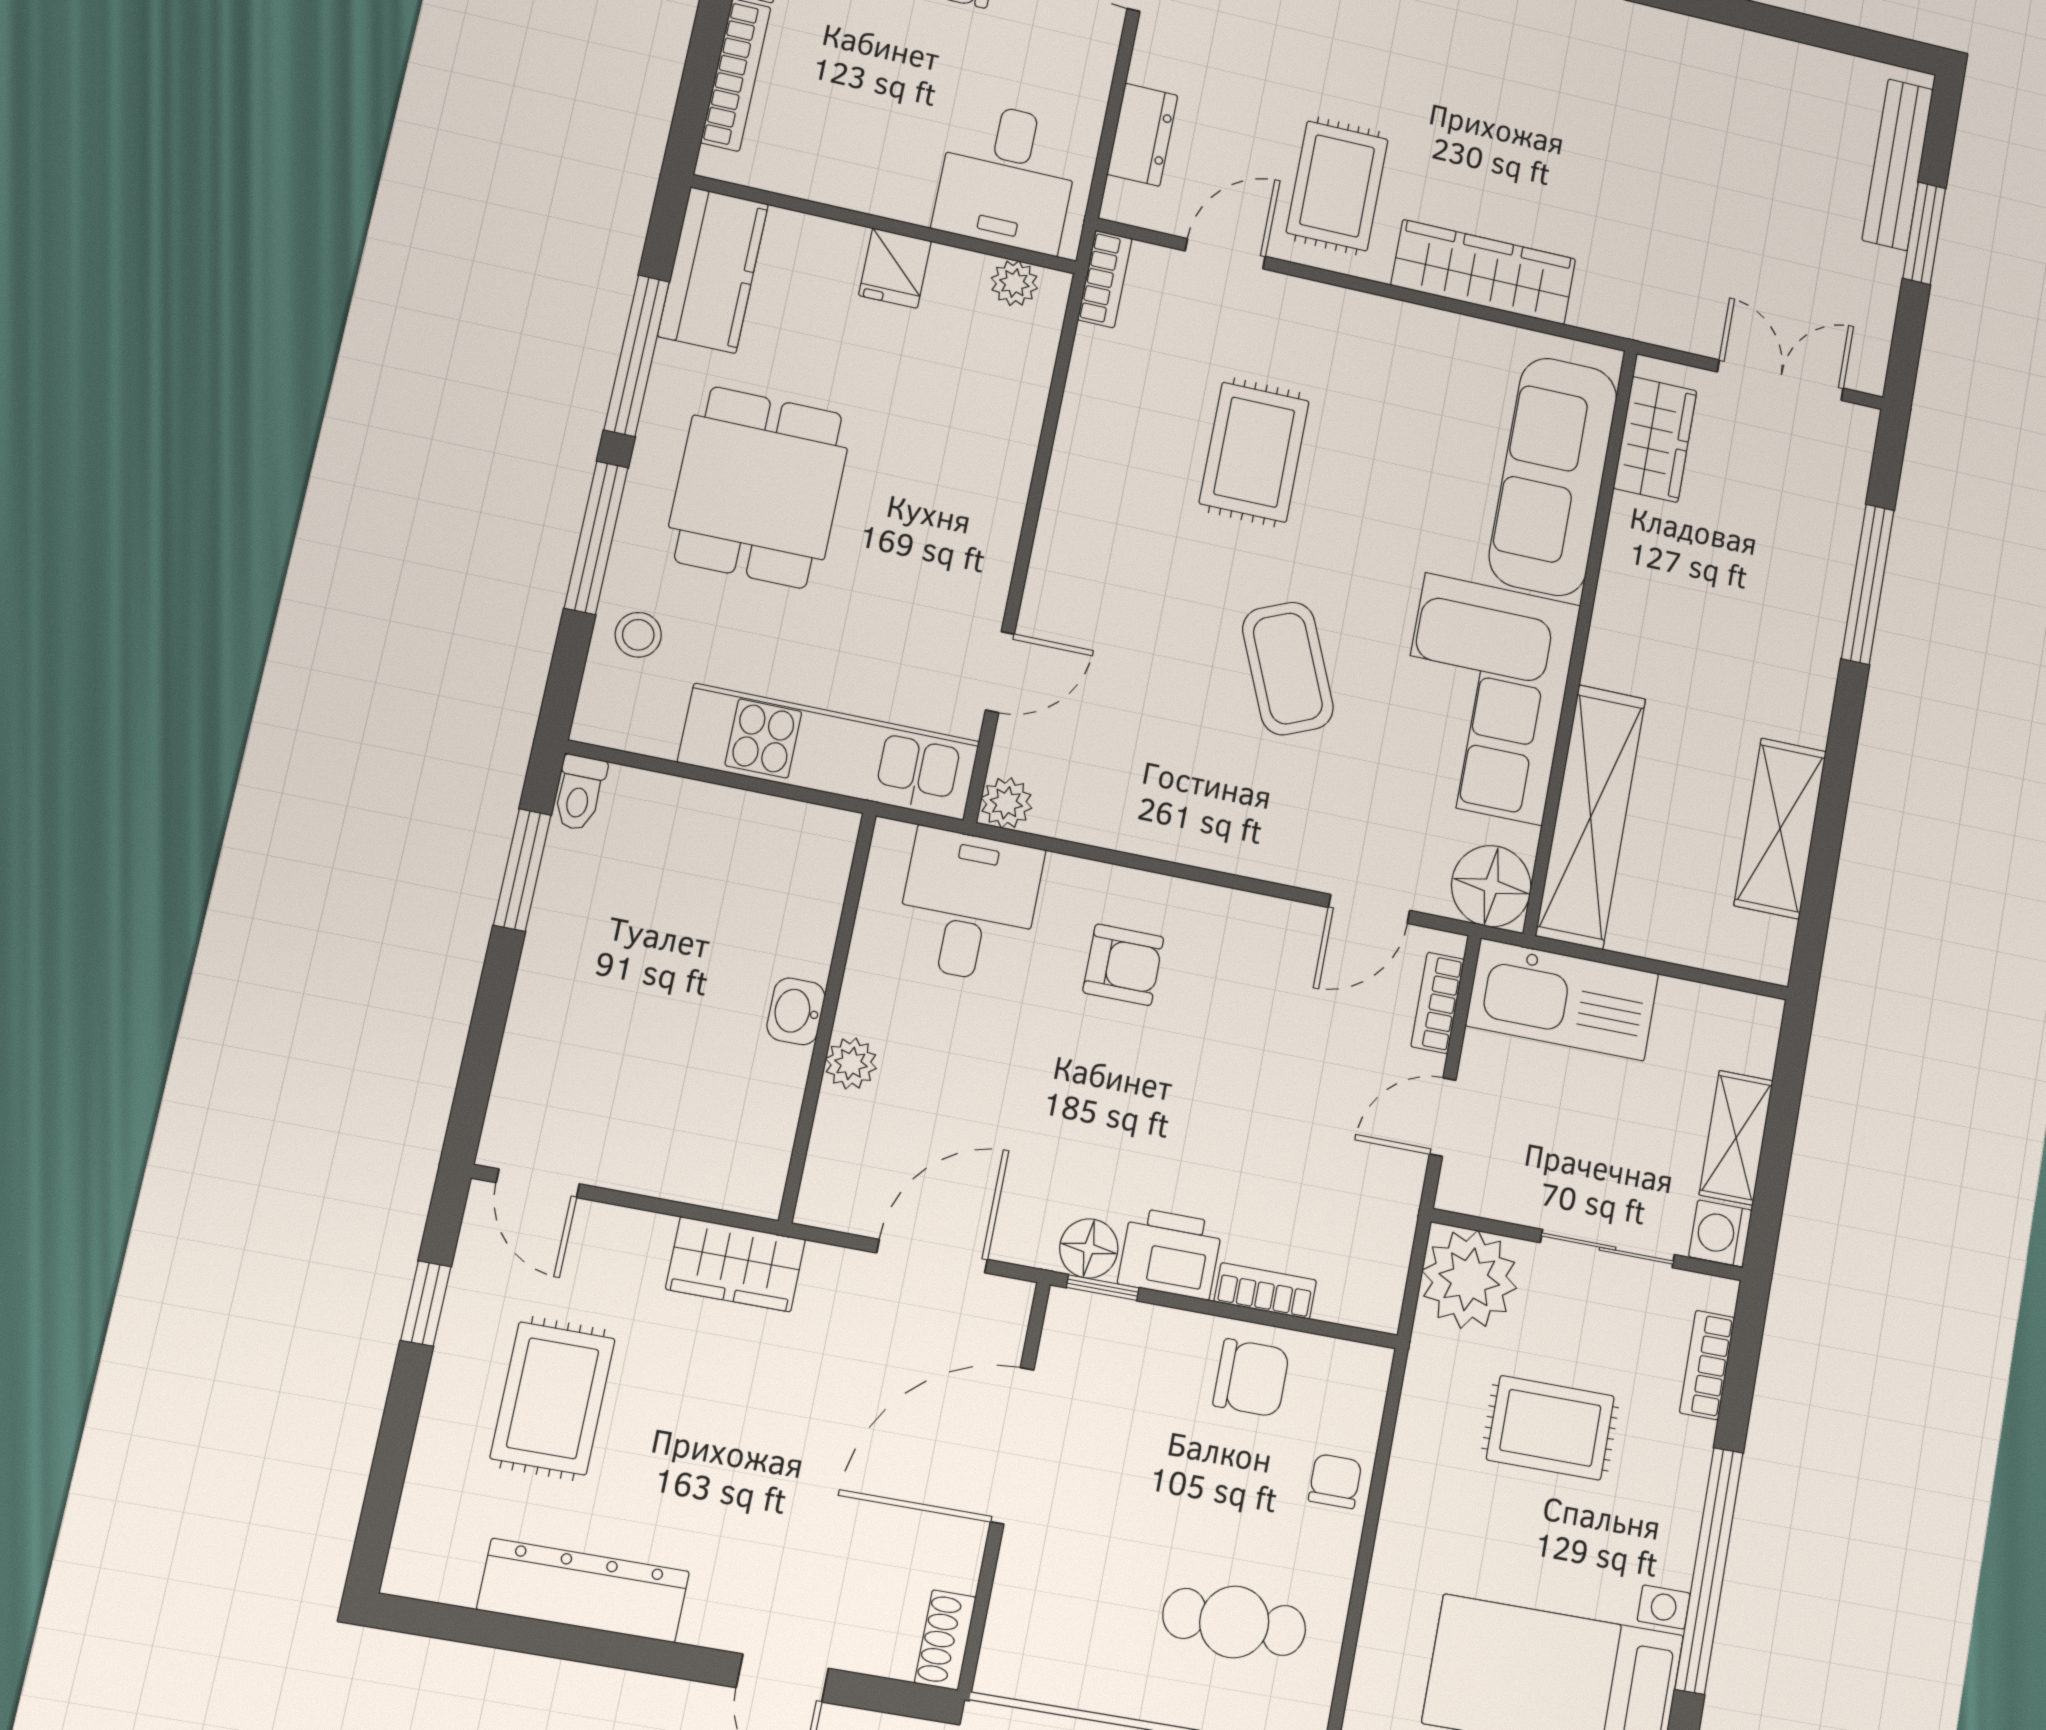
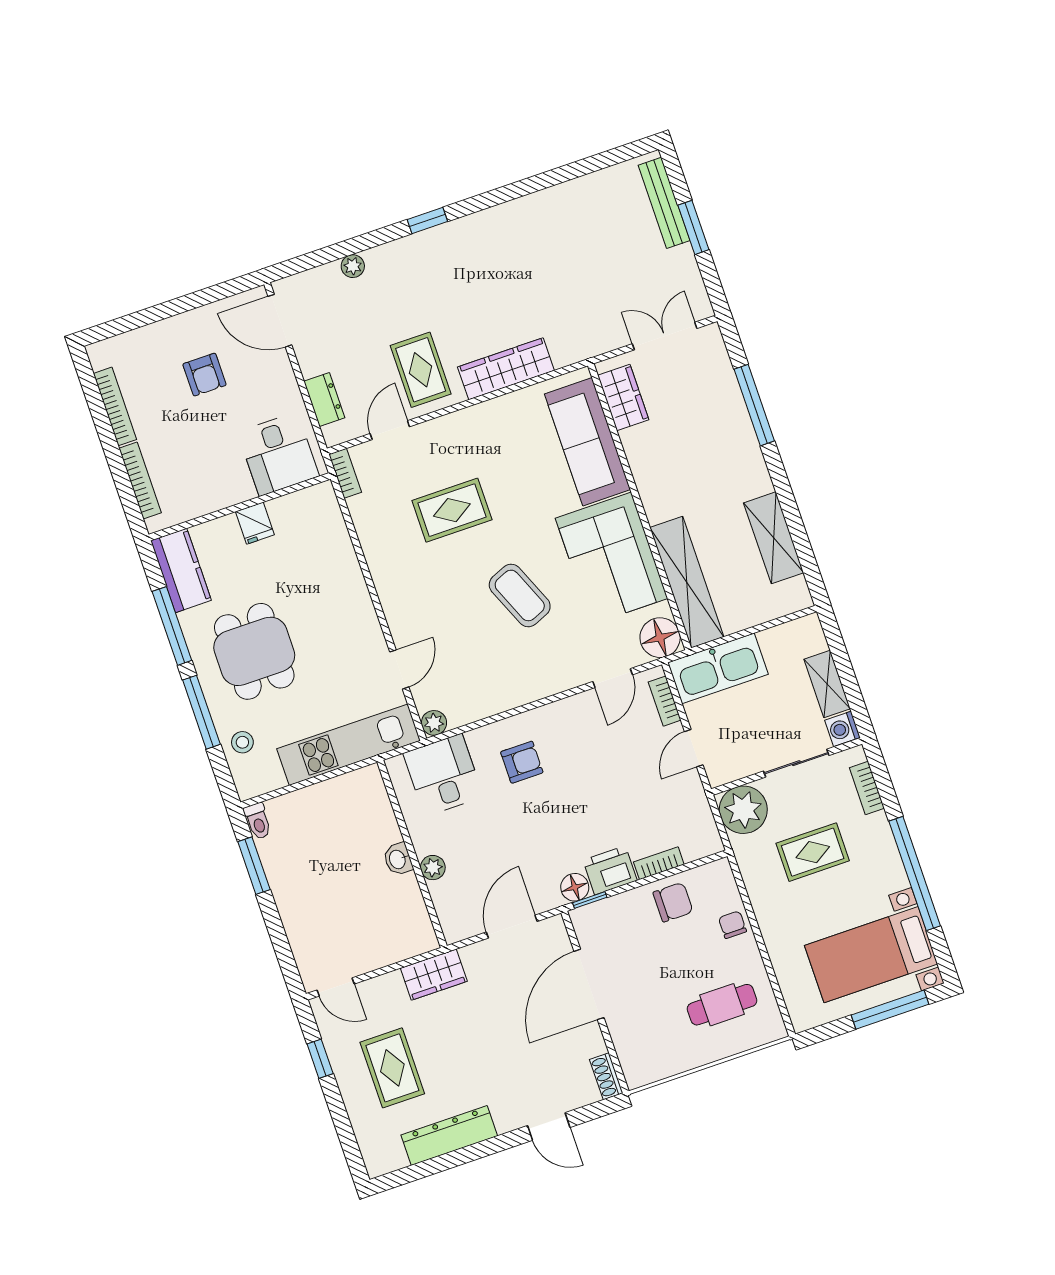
plant: (1014, 283) -> (308, 499), removed
rug: (1254, 452) -> (452, 510), turned 90

